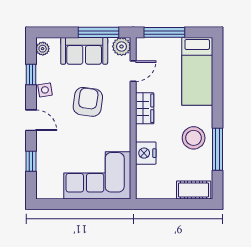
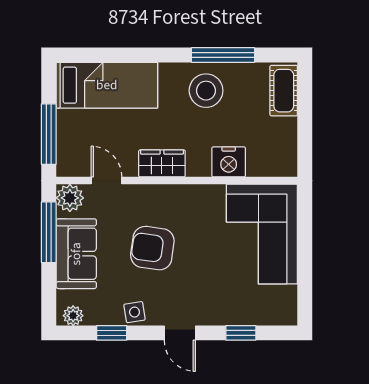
door: (31, 120) -> (180, 333), swing flipped

